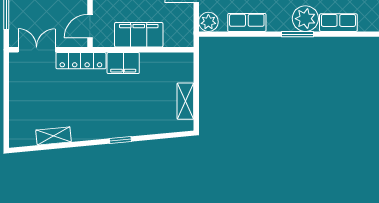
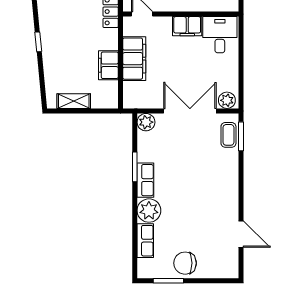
row of seats: (247, 22) -> (145, 180), moved
window: (298, 34) -> (135, 167), moved
filing cabinet: (123, 63) -> (108, 65), moved

